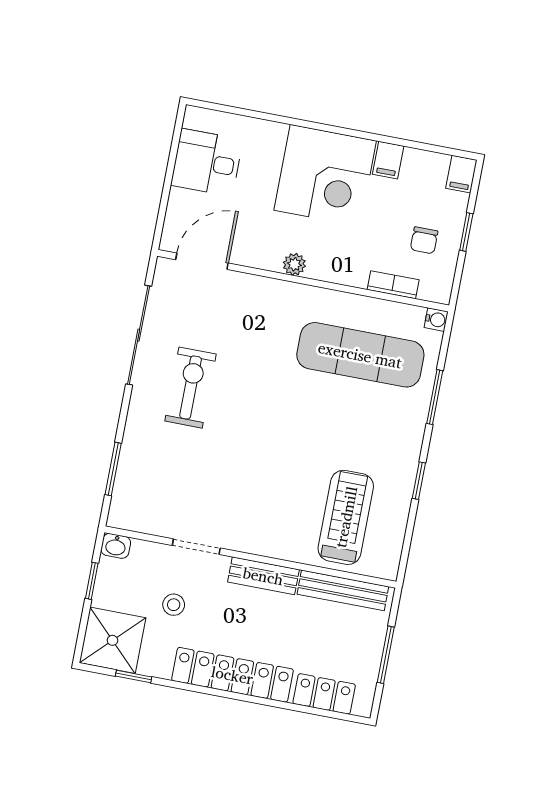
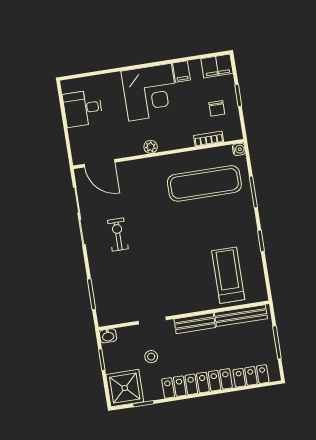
filing cabinet: (461, 174) -> (217, 66), width x2.00
door: (202, 261) -> (99, 163), swing flipped
exercise bike: (191, 388) -> (118, 235), width x0.73, depth x0.72

